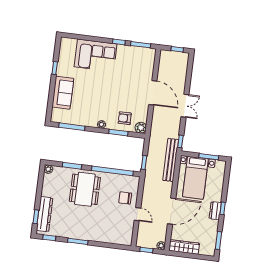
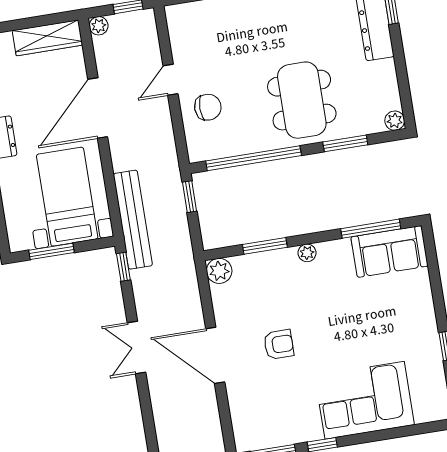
sofa: (63, 93) -> (390, 251), moved, turned -90
armchair: (125, 118) -> (279, 344), moved
door: (137, 214) -> (171, 80), hinge flipped

